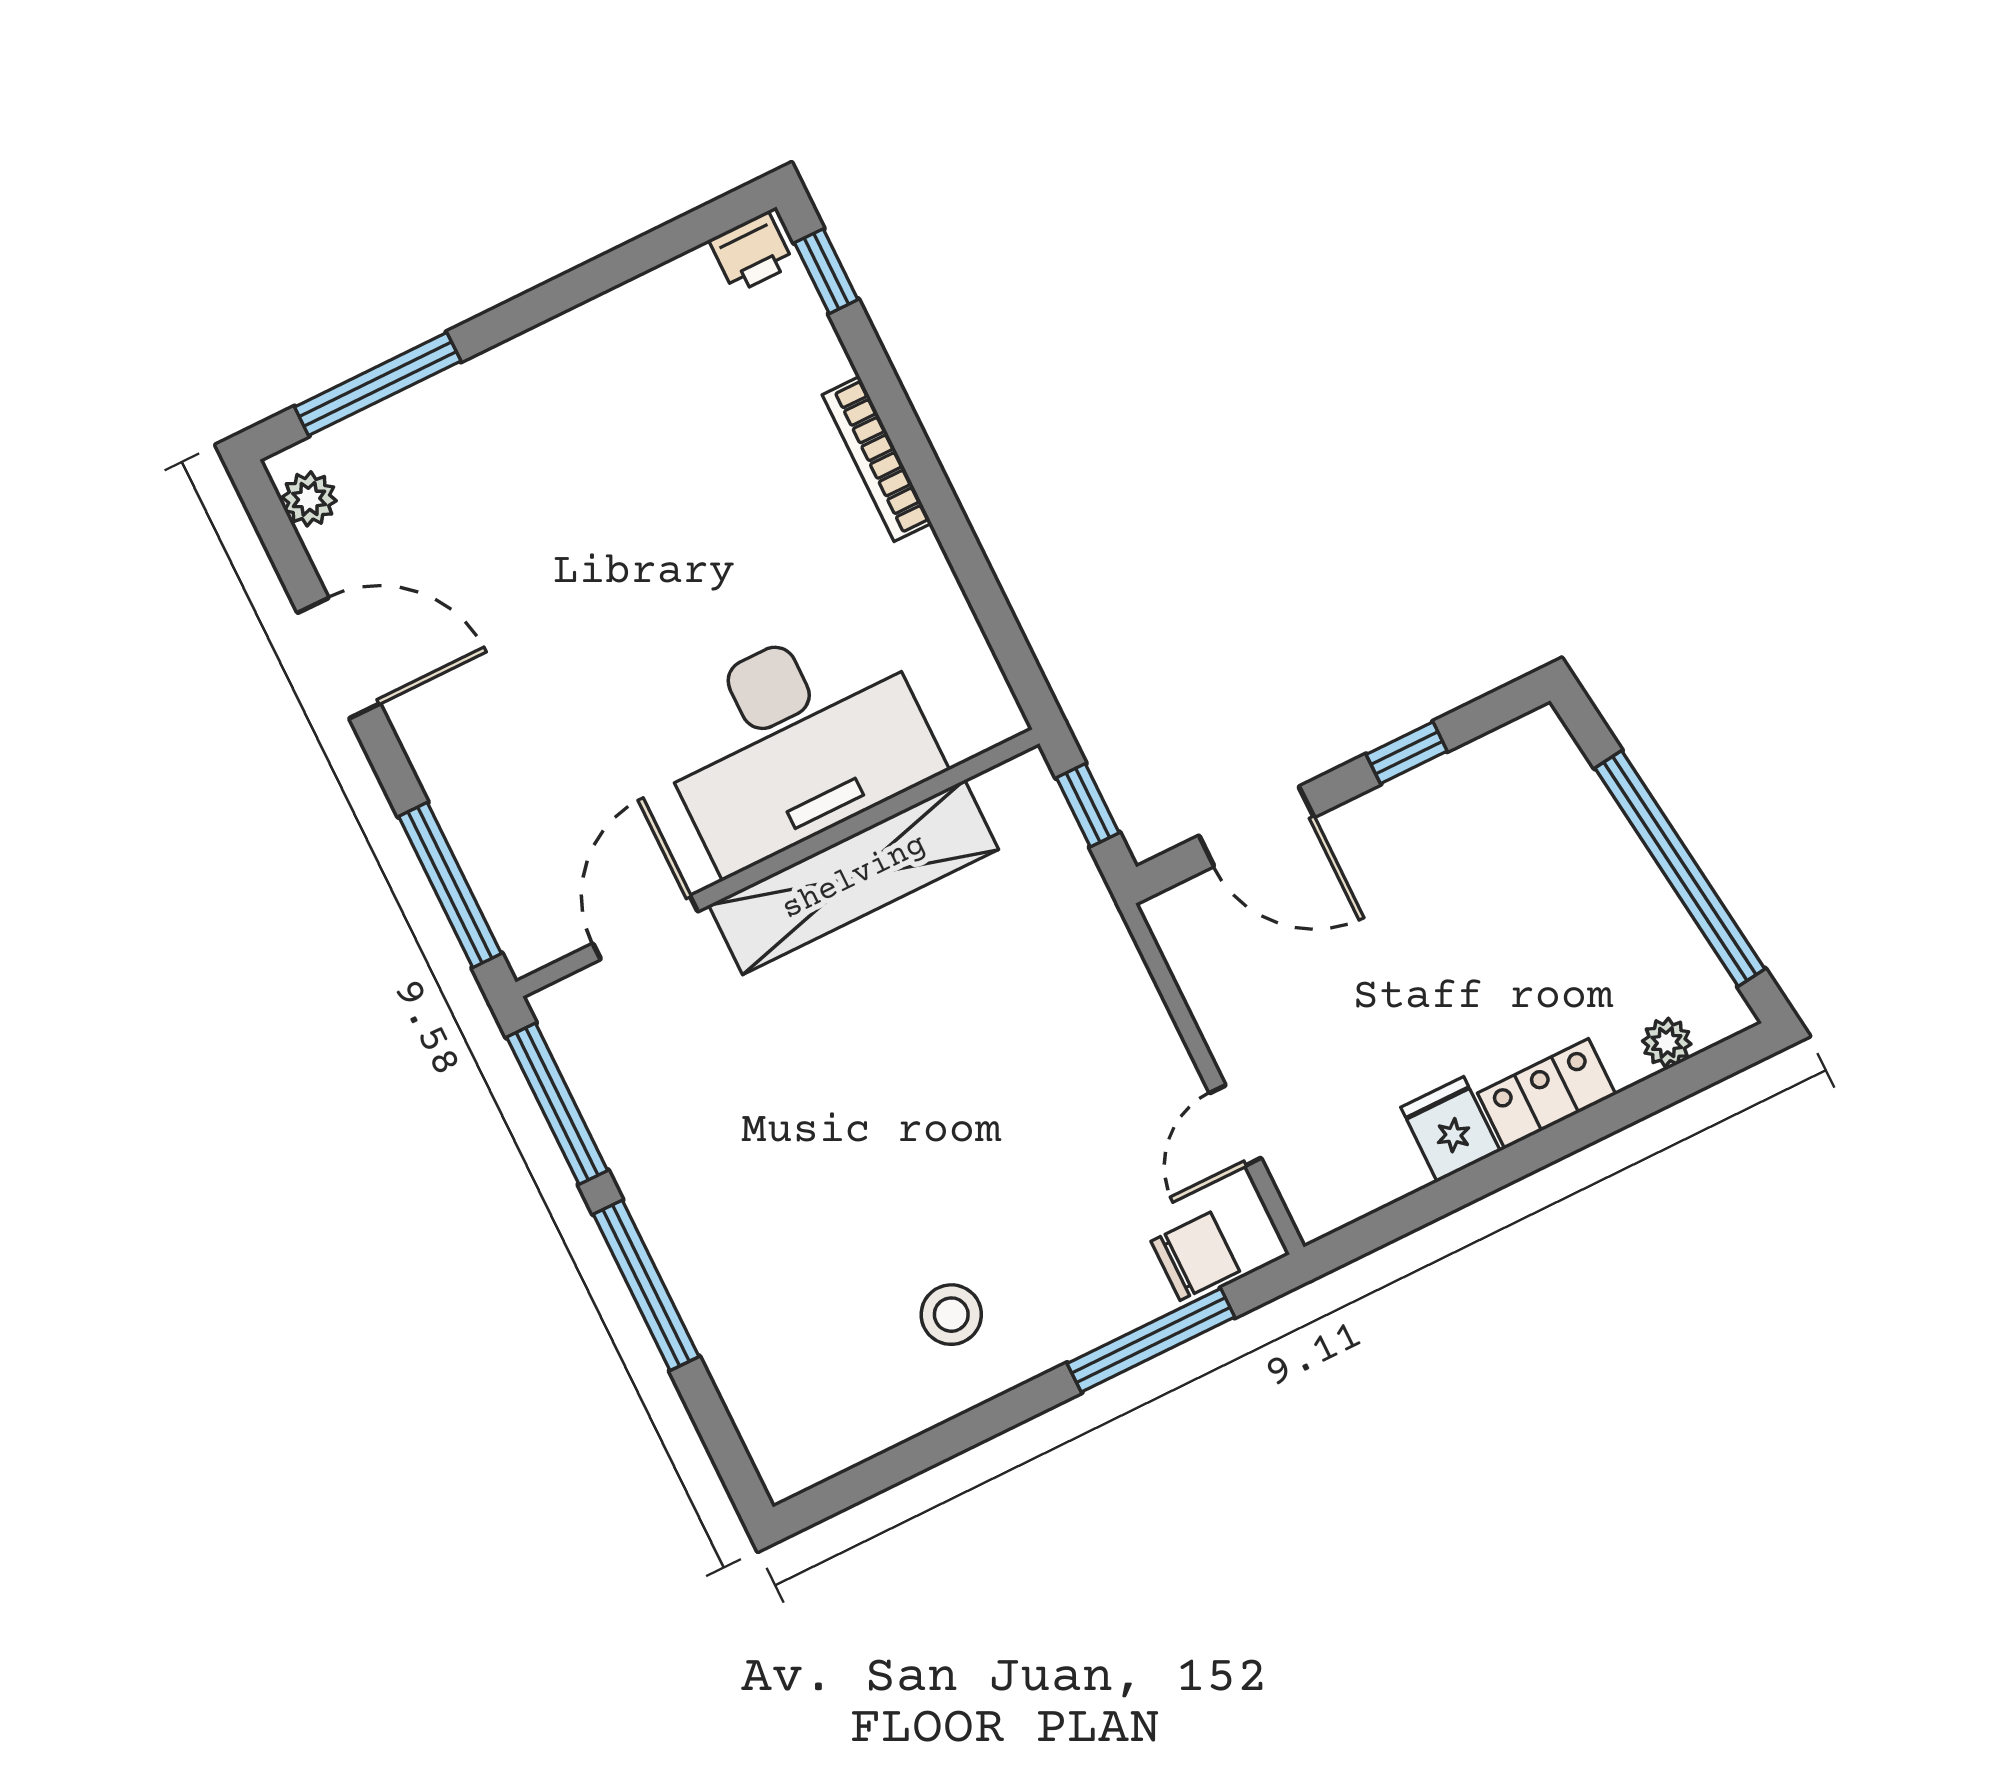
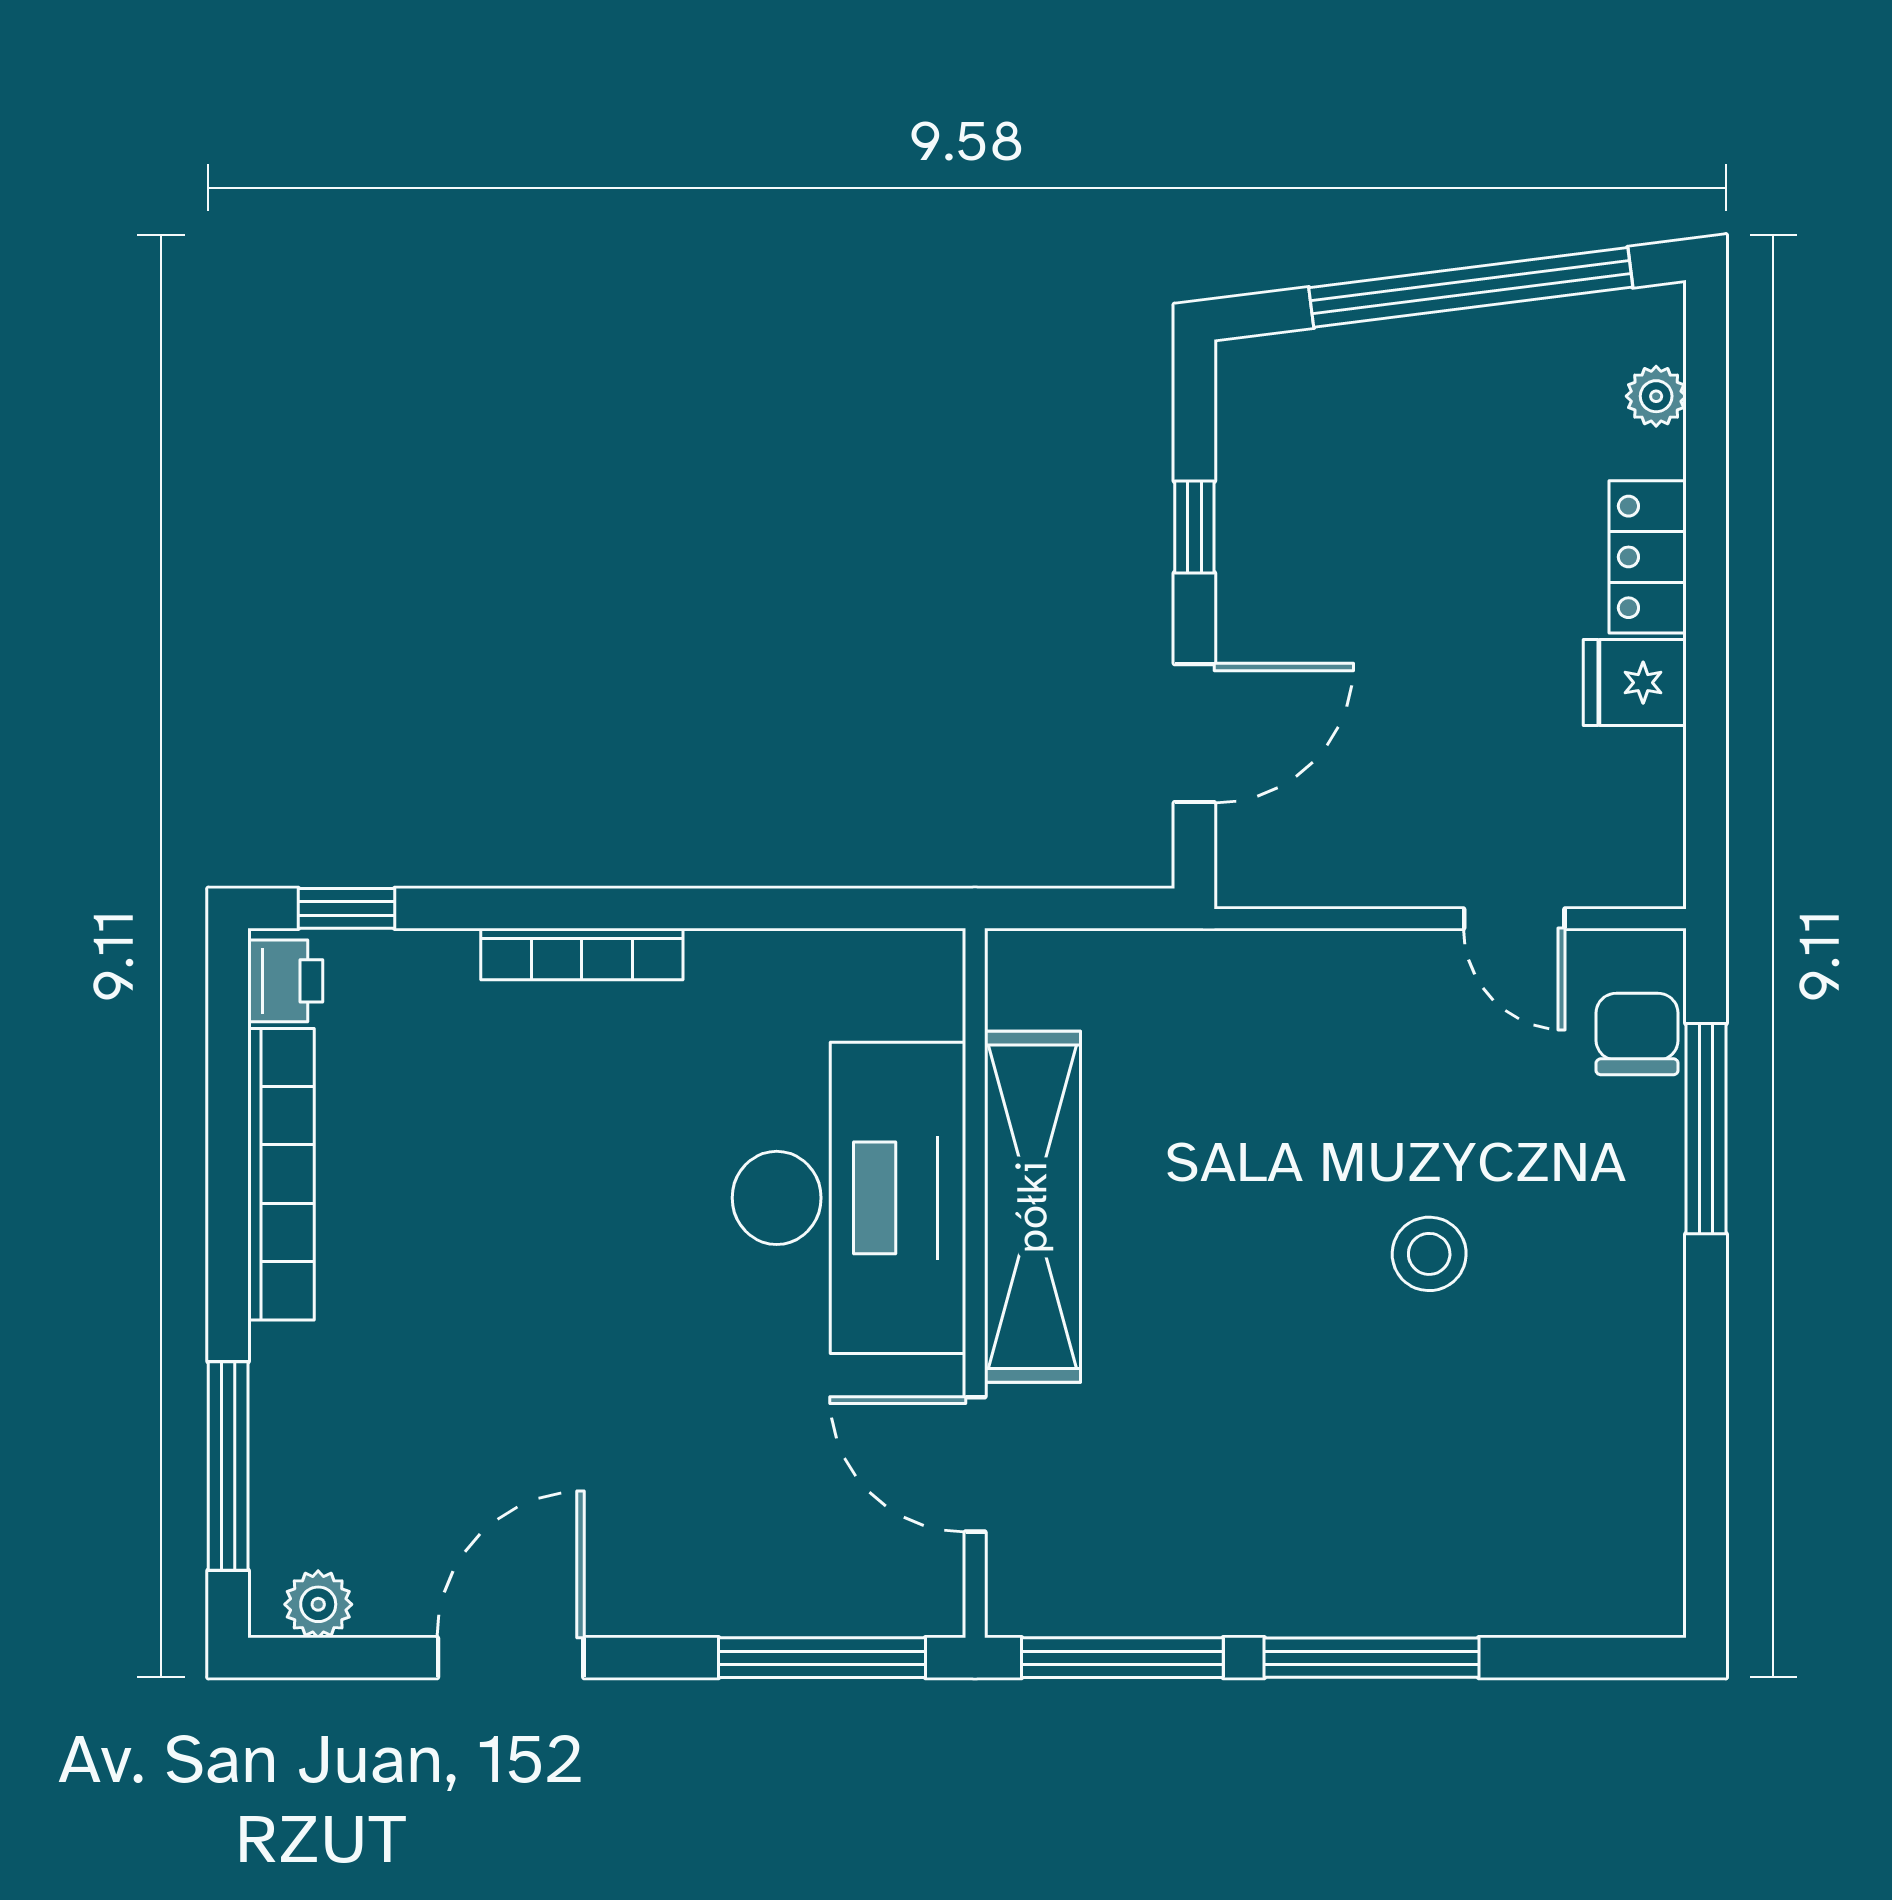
bookcase: (609, 318) -> (281, 1174), added
window: (1088, 805) -> (1080, 908), removed
stool: (951, 1315) -> (1429, 1254), moved

